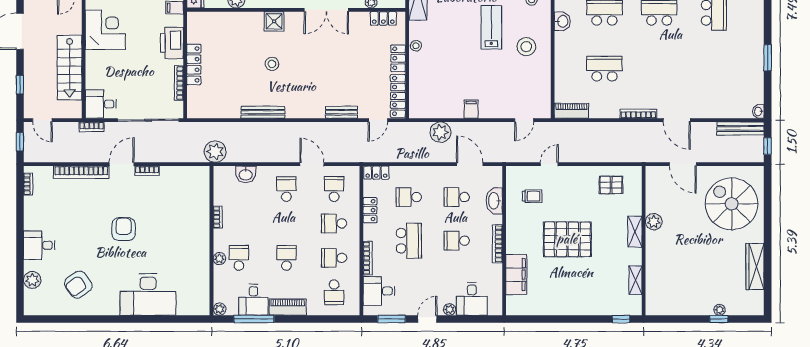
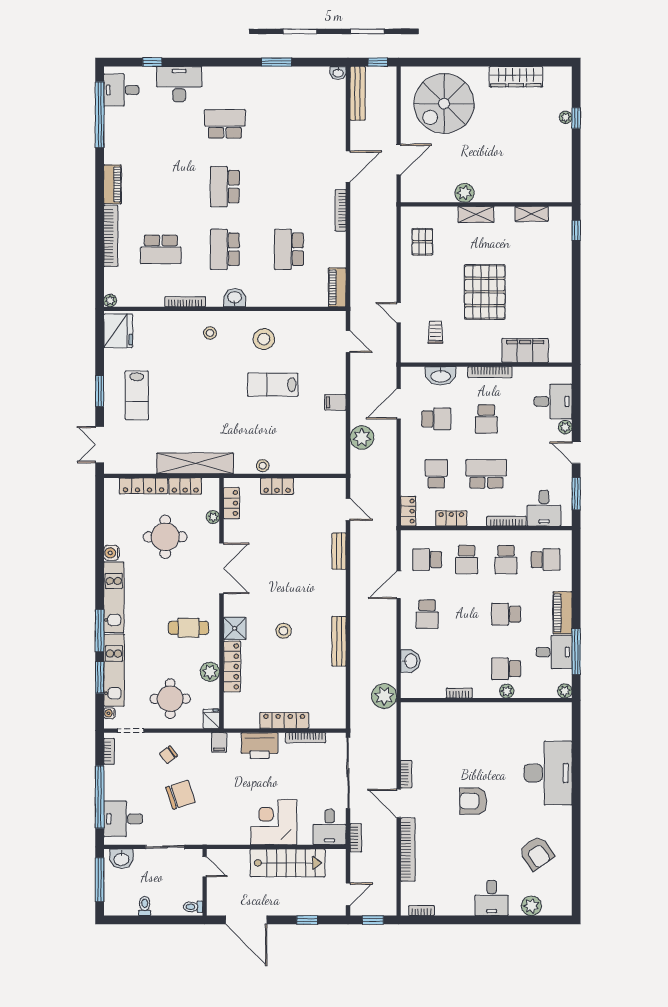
lab bench: (491, 27) -> (273, 385), moved
corner desk: (105, 30) -> (274, 822), moved
locker: (398, 96) -> (232, 666), moved, turned -90
school desk: (286, 189) -> (427, 614), turned -90
school desk: (409, 197) -> (436, 474), turned 180
school desk: (457, 197) -> (436, 419), turned -90

